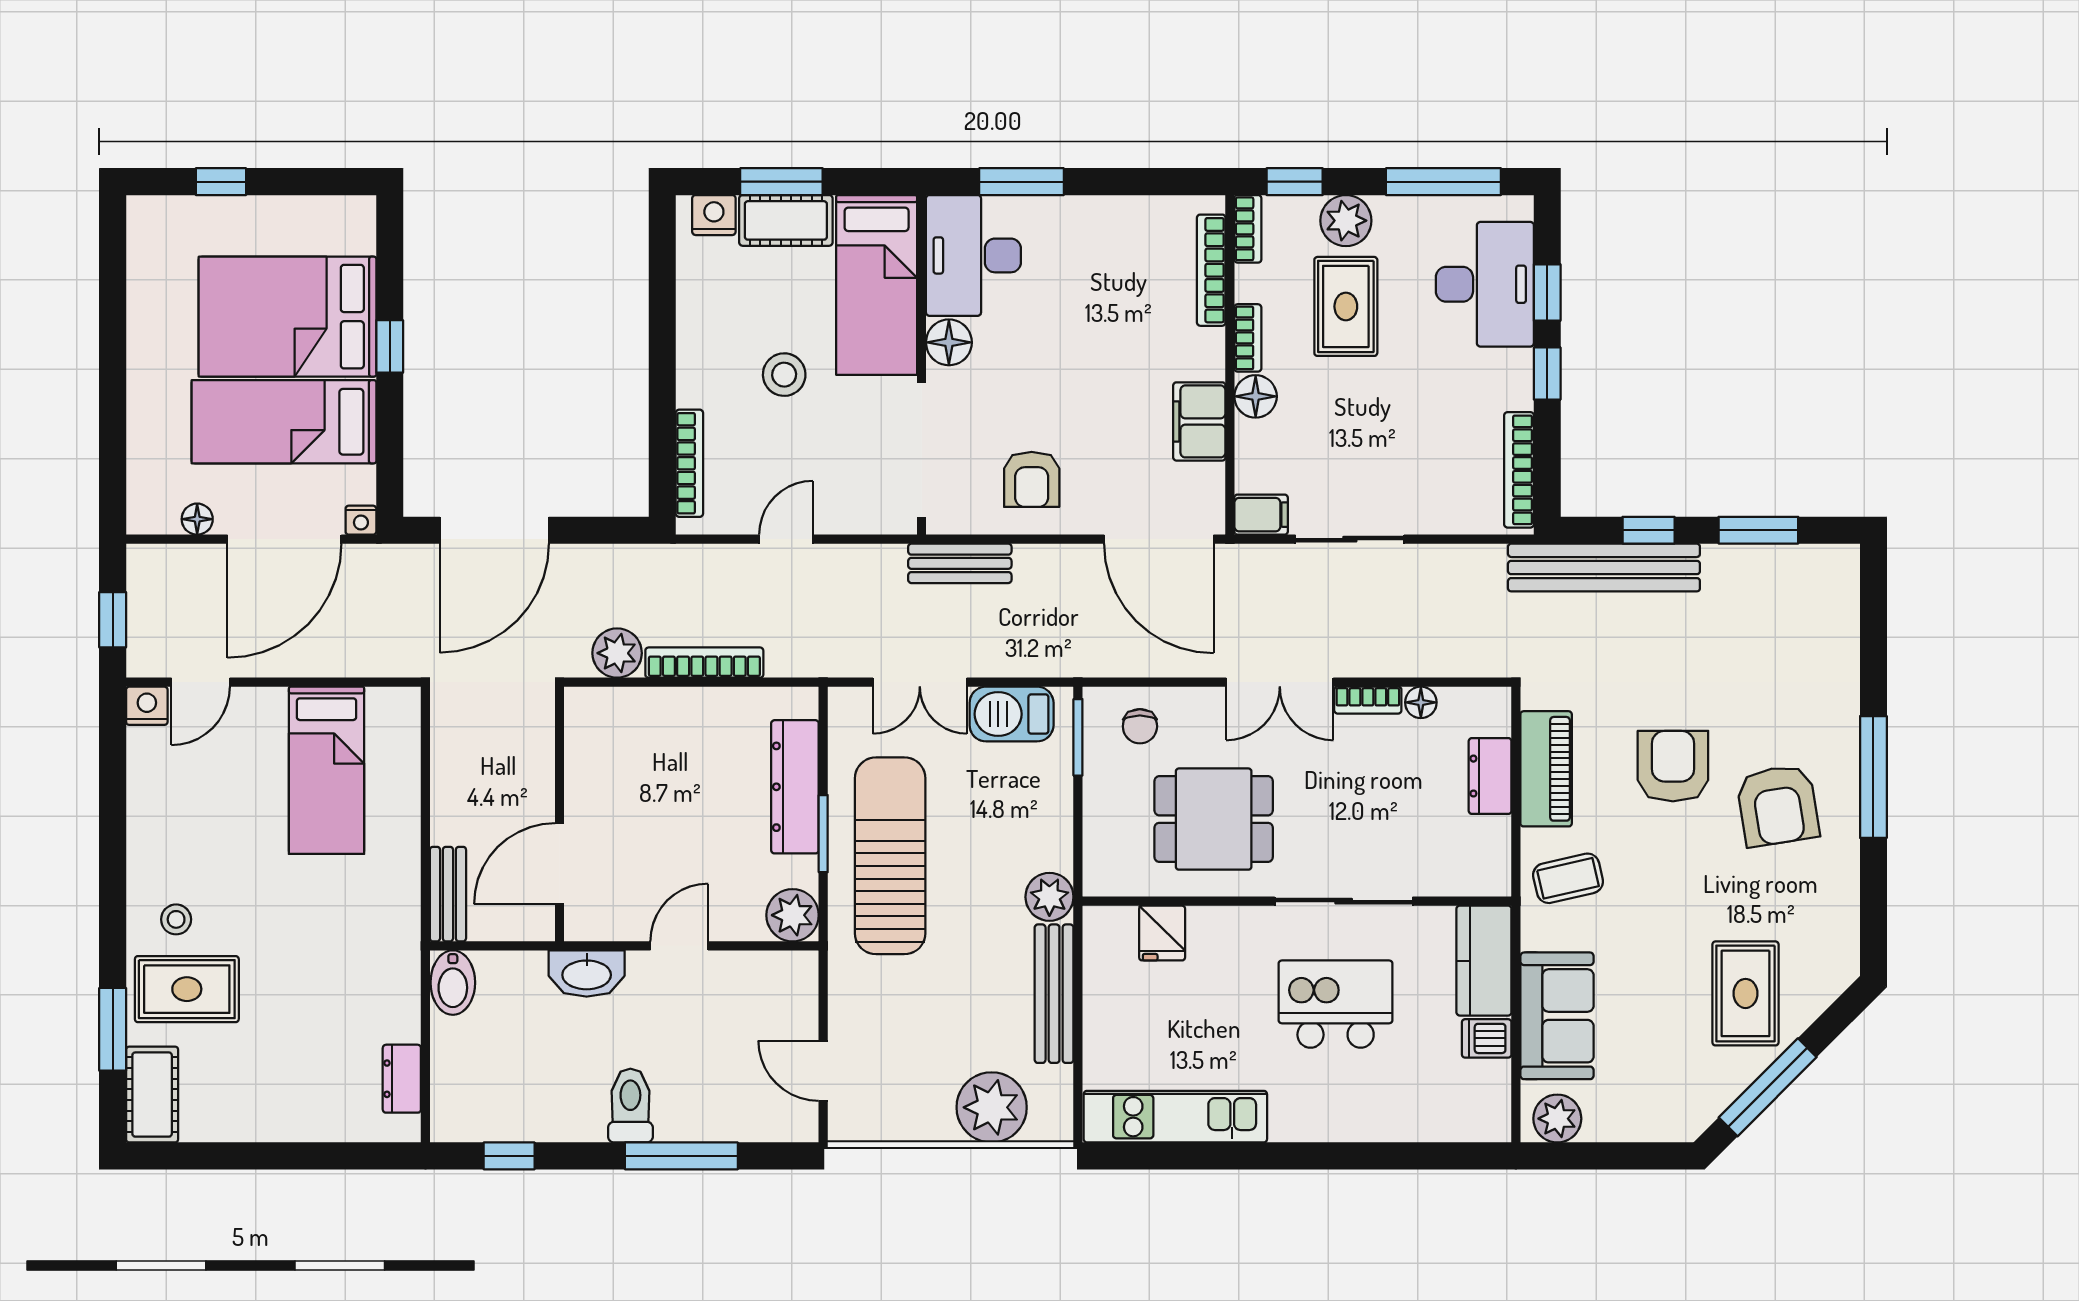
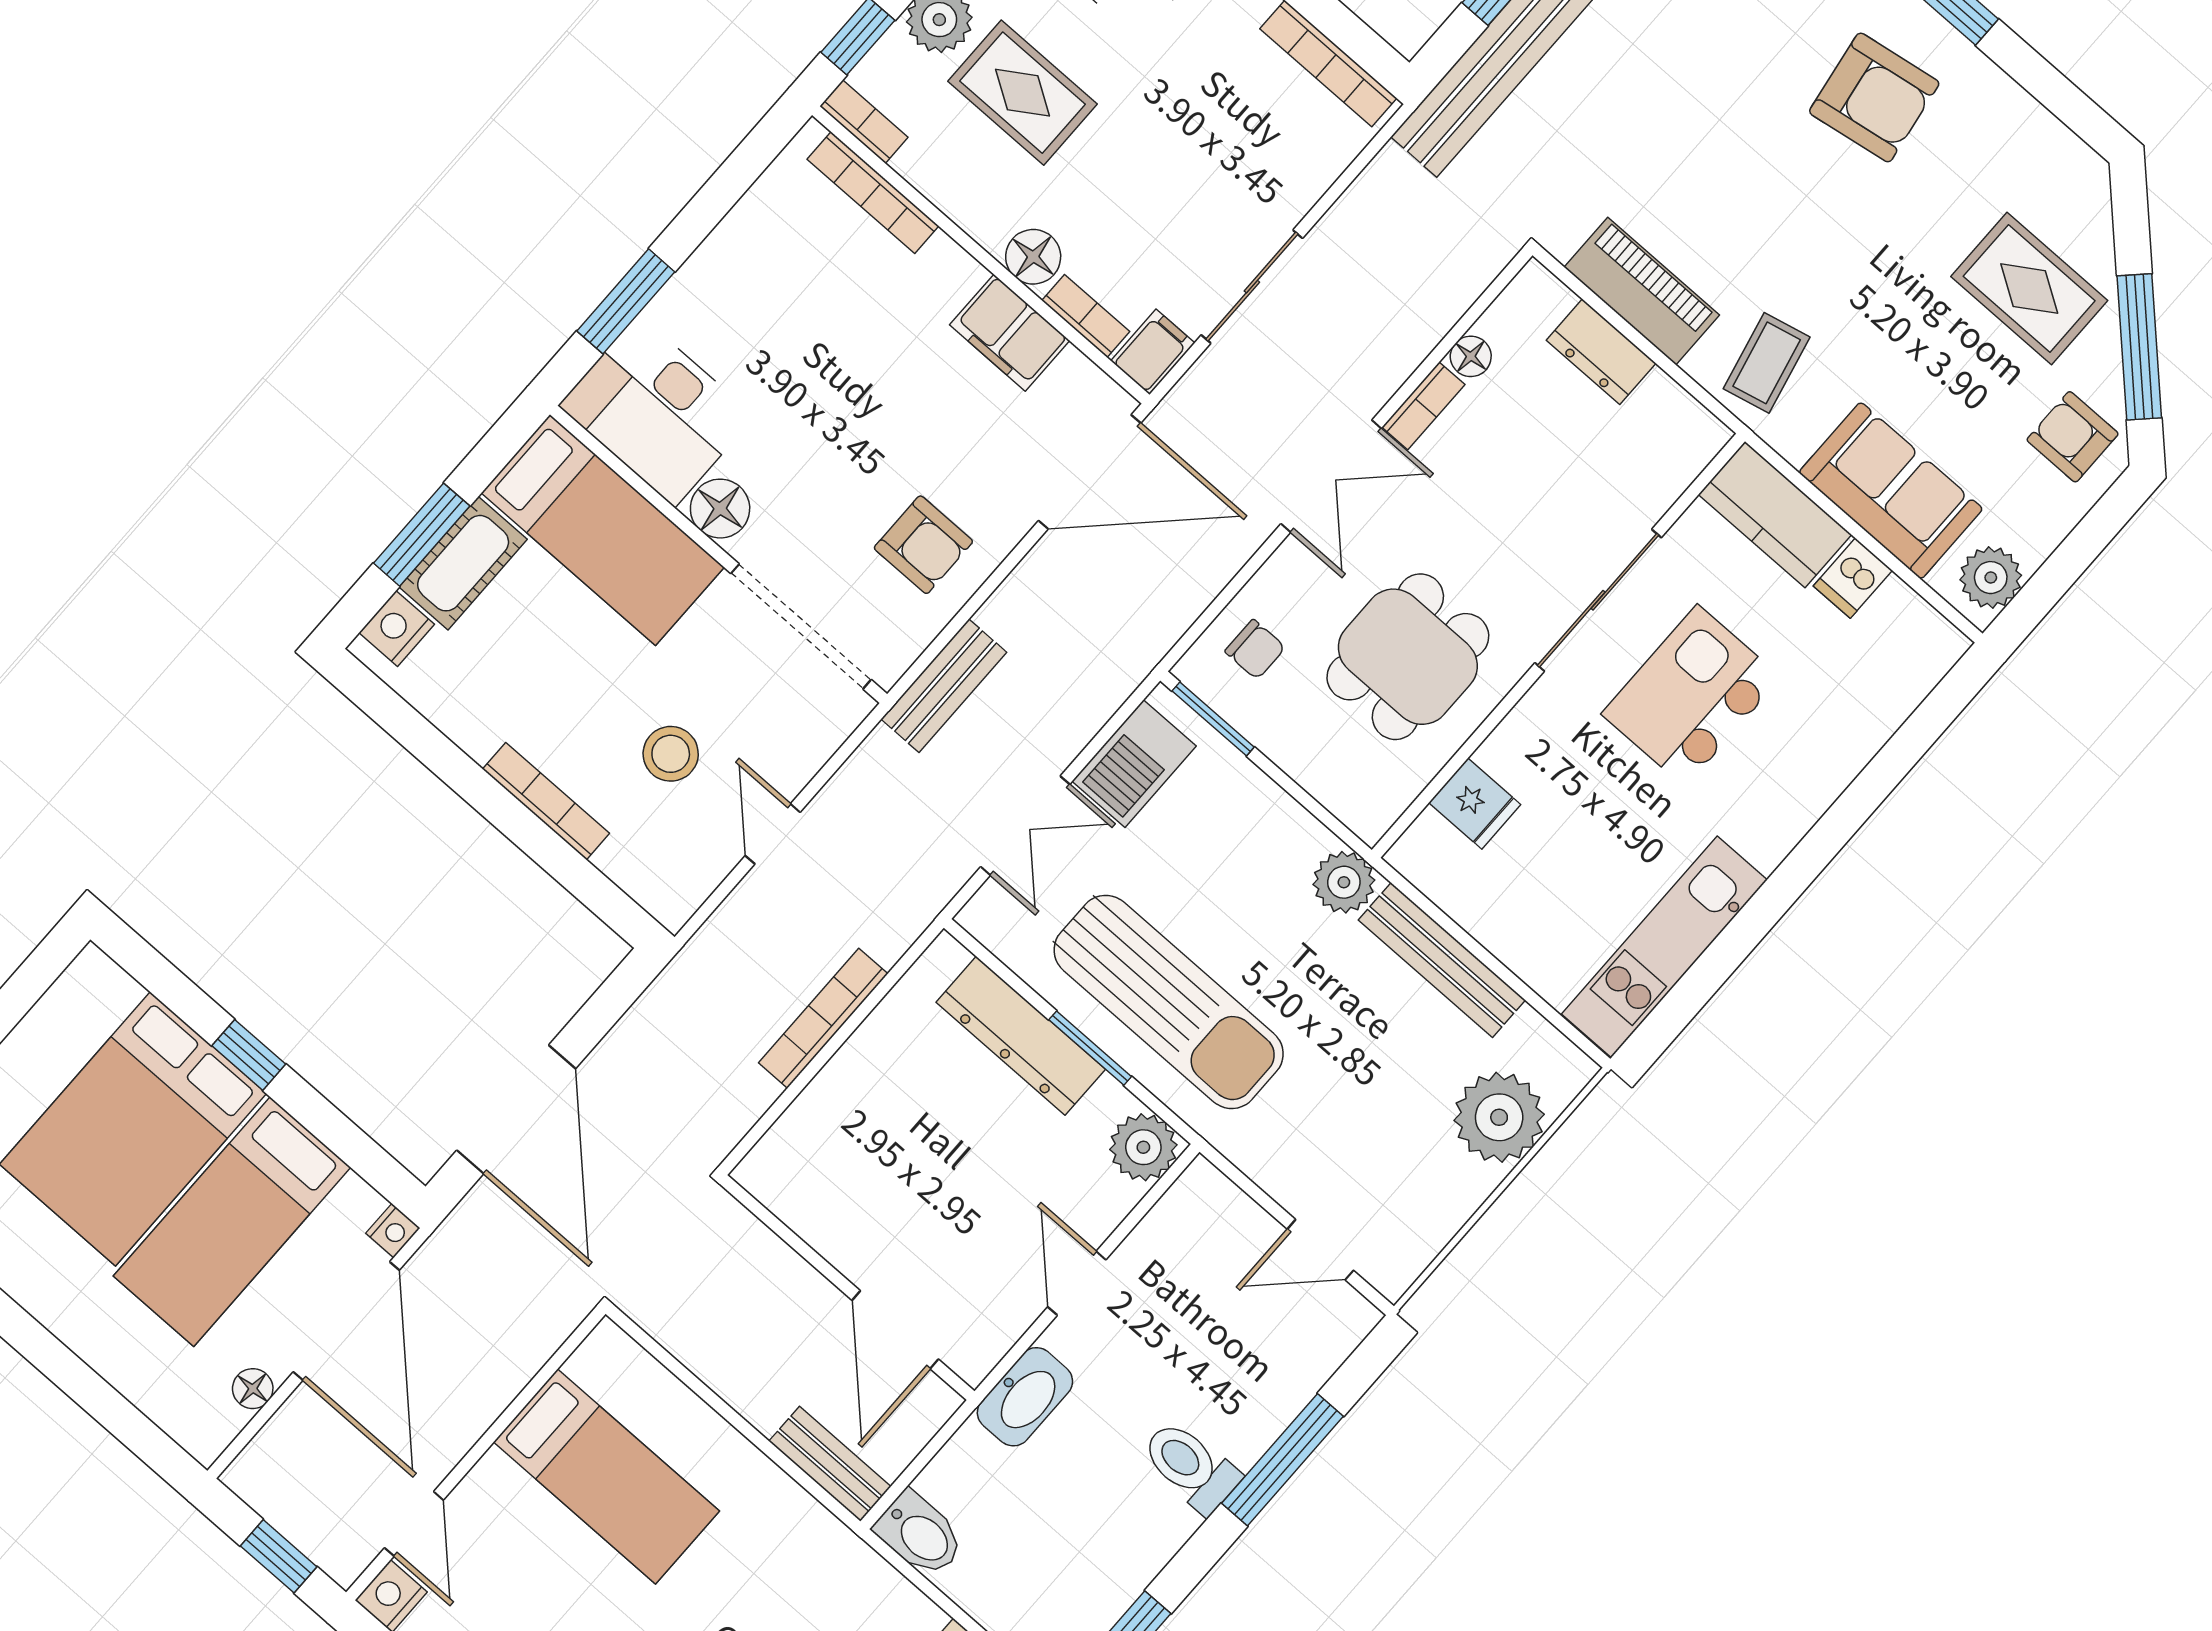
bookcase: (1248, 338) -> (1086, 316), moved
stool: (784, 375) -> (671, 754), moved
bookcase: (689, 463) -> (546, 801), moved
plant: (617, 653) -> (740, 1095), removed
armchair: (1673, 766) -> (2073, 437), moved, width x0.72, depth x0.72
sun lounger: (890, 856) -> (1169, 1002), turned 180

